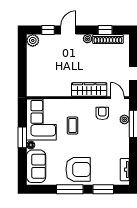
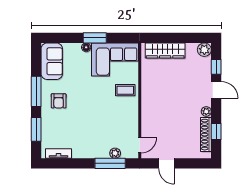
wardrobe: (89, 90) -> (165, 50), moved, turned 90
armchair: (102, 113) -> (122, 128), removed
coffee table: (73, 126) -> (125, 90), moved
sofa: (36, 166) -> (52, 61), moved, turned -90
armchair: (78, 169) -> (59, 101), width x0.53, depth x0.53

